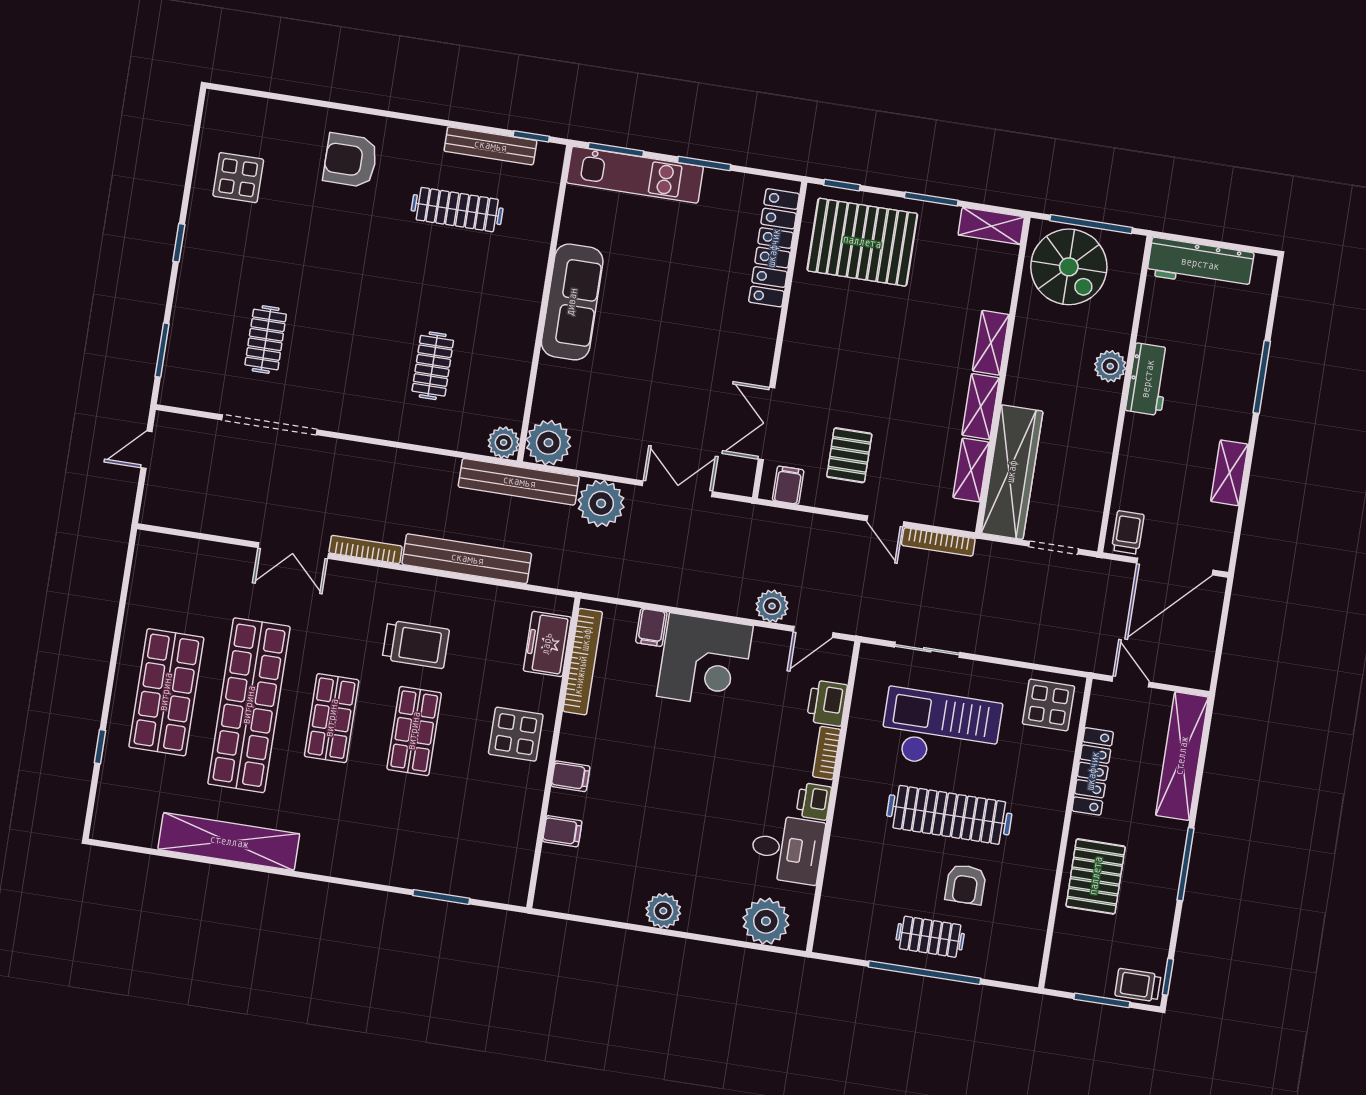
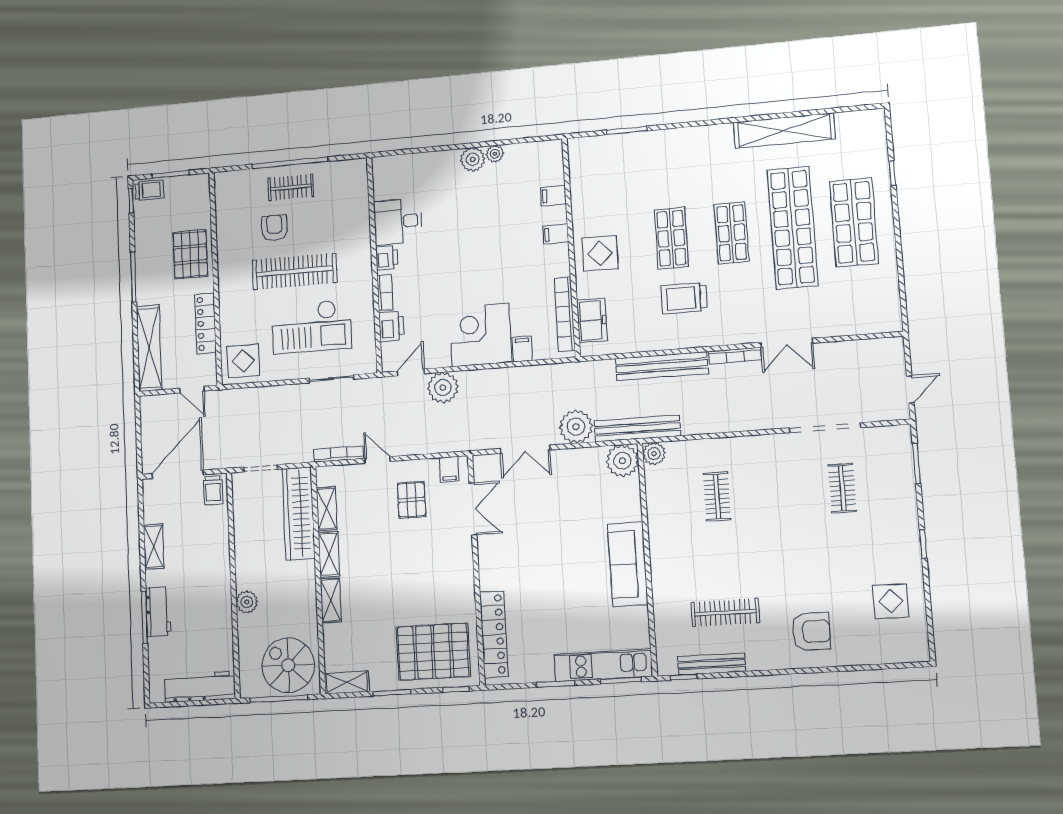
workbench: (1148, 379) -> (158, 612), moved, turned 180
double door: (293, 551) -> (787, 343), swing flipped
plant: (772, 606) -> (443, 388), width x1.36, depth x1.36
plant: (766, 921) -> (495, 154), moved, width x0.53, depth x0.53

